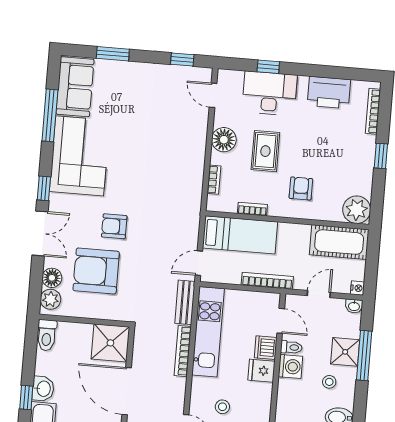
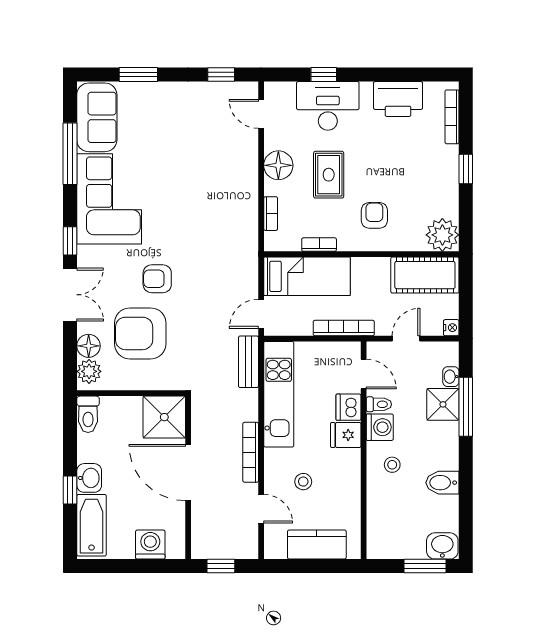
washbasin: (354, 306) -> (451, 377), moved, turned 90
bookcase: (183, 351) -> (251, 452), moved
stool: (329, 382) -> (392, 465), moved

